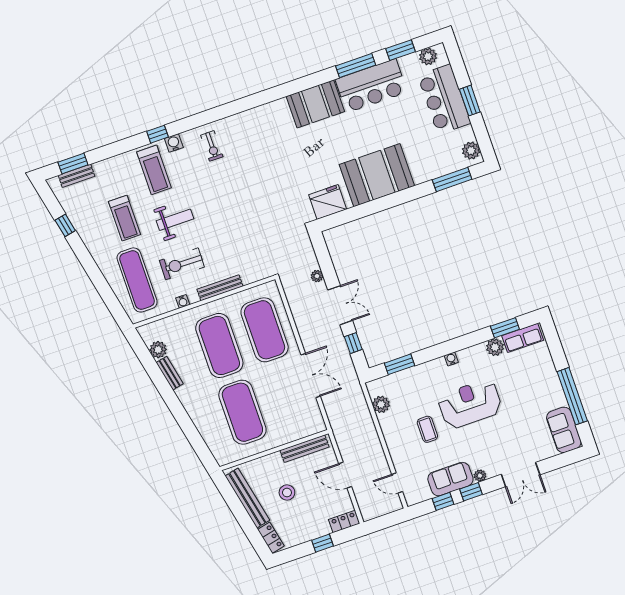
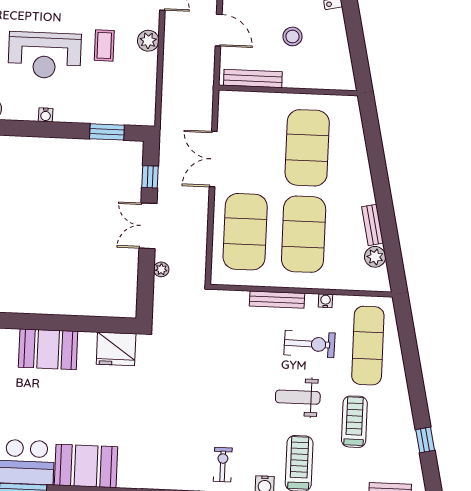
booth: (377, 175) -> (48, 349), width x0.73, depth x0.70
plant: (381, 404) -> (148, 41), moved
bench: (247, 498) -> (340, 48), removed

